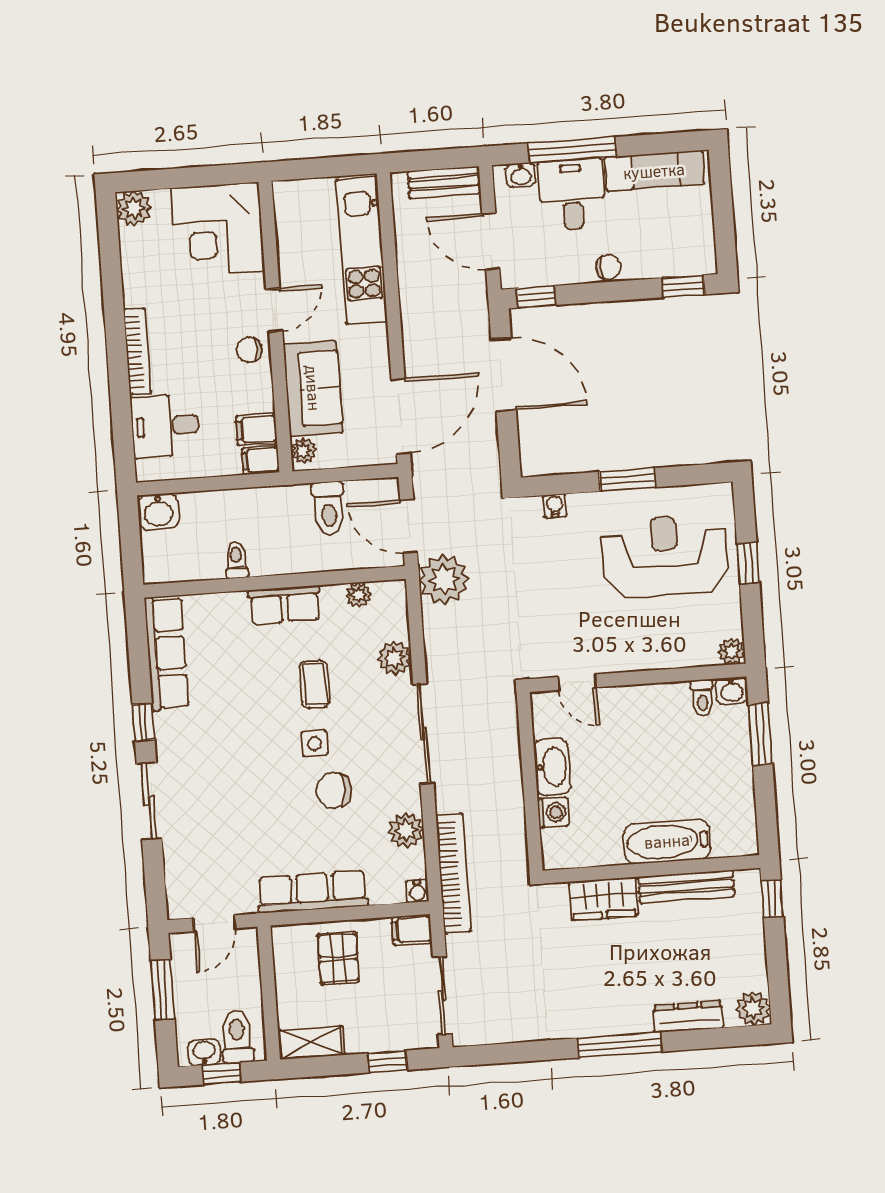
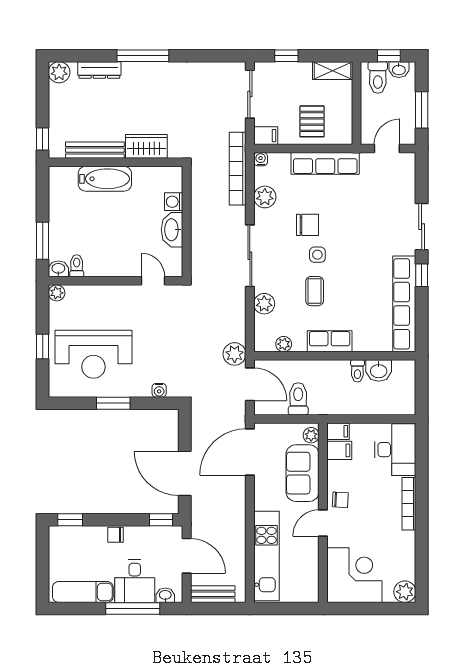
desk: (165, 426) -> (395, 450), width x1.37
washbasin: (159, 511) -> (379, 371), moved, turned 180
plant: (444, 579) -> (235, 354), width x0.73, depth x0.73
row of seats: (167, 653) -> (404, 304), width x1.36

